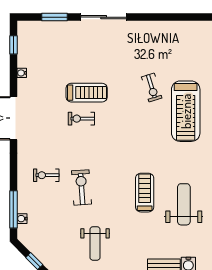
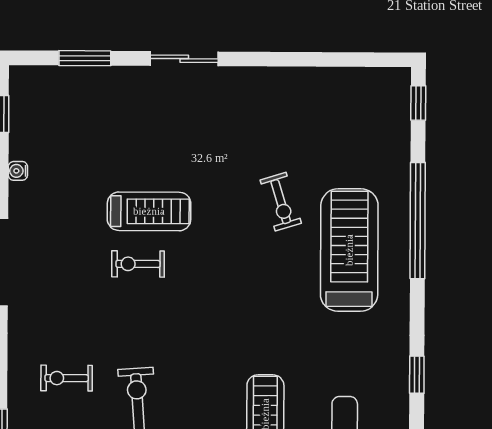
sliding door: (104, 17) -> (184, 59), width x0.73
treadmill: (186, 111) -> (349, 250), turned 180

